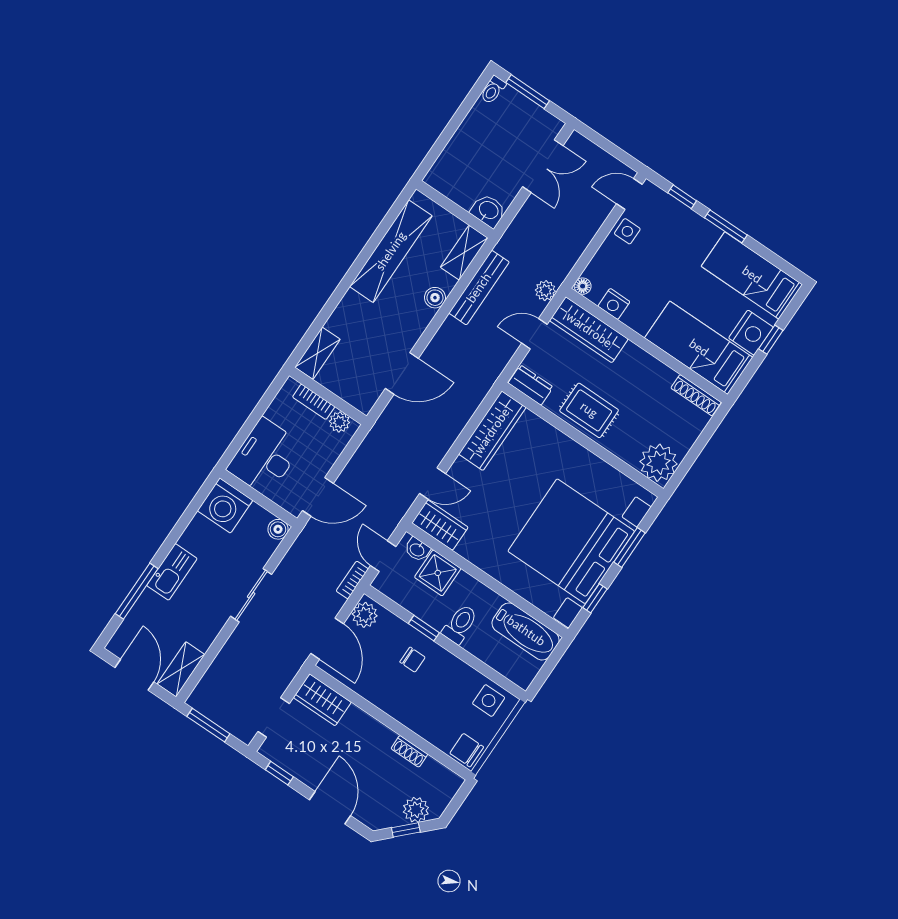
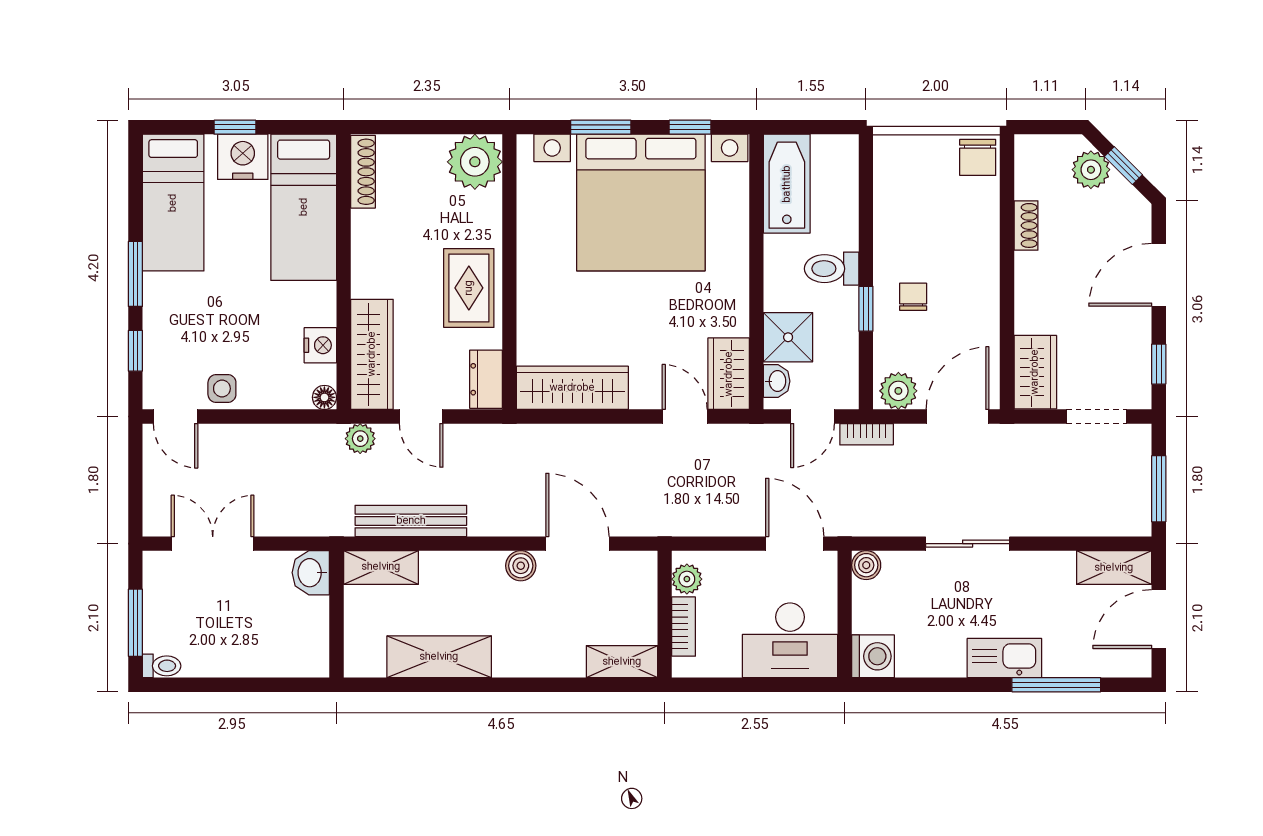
shelving: (391, 251) -> (439, 657), width x0.68
boiler: (435, 298) -> (521, 566), moved
washing machine: (225, 506) -> (873, 656), width x0.73, depth x0.73
side table: (489, 701) -> (900, 172), removed

